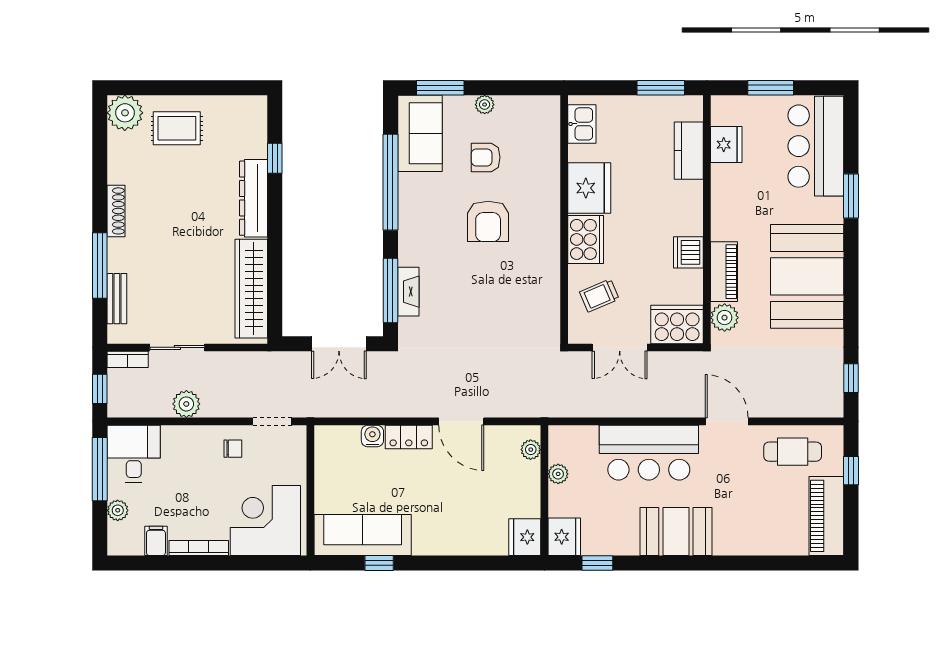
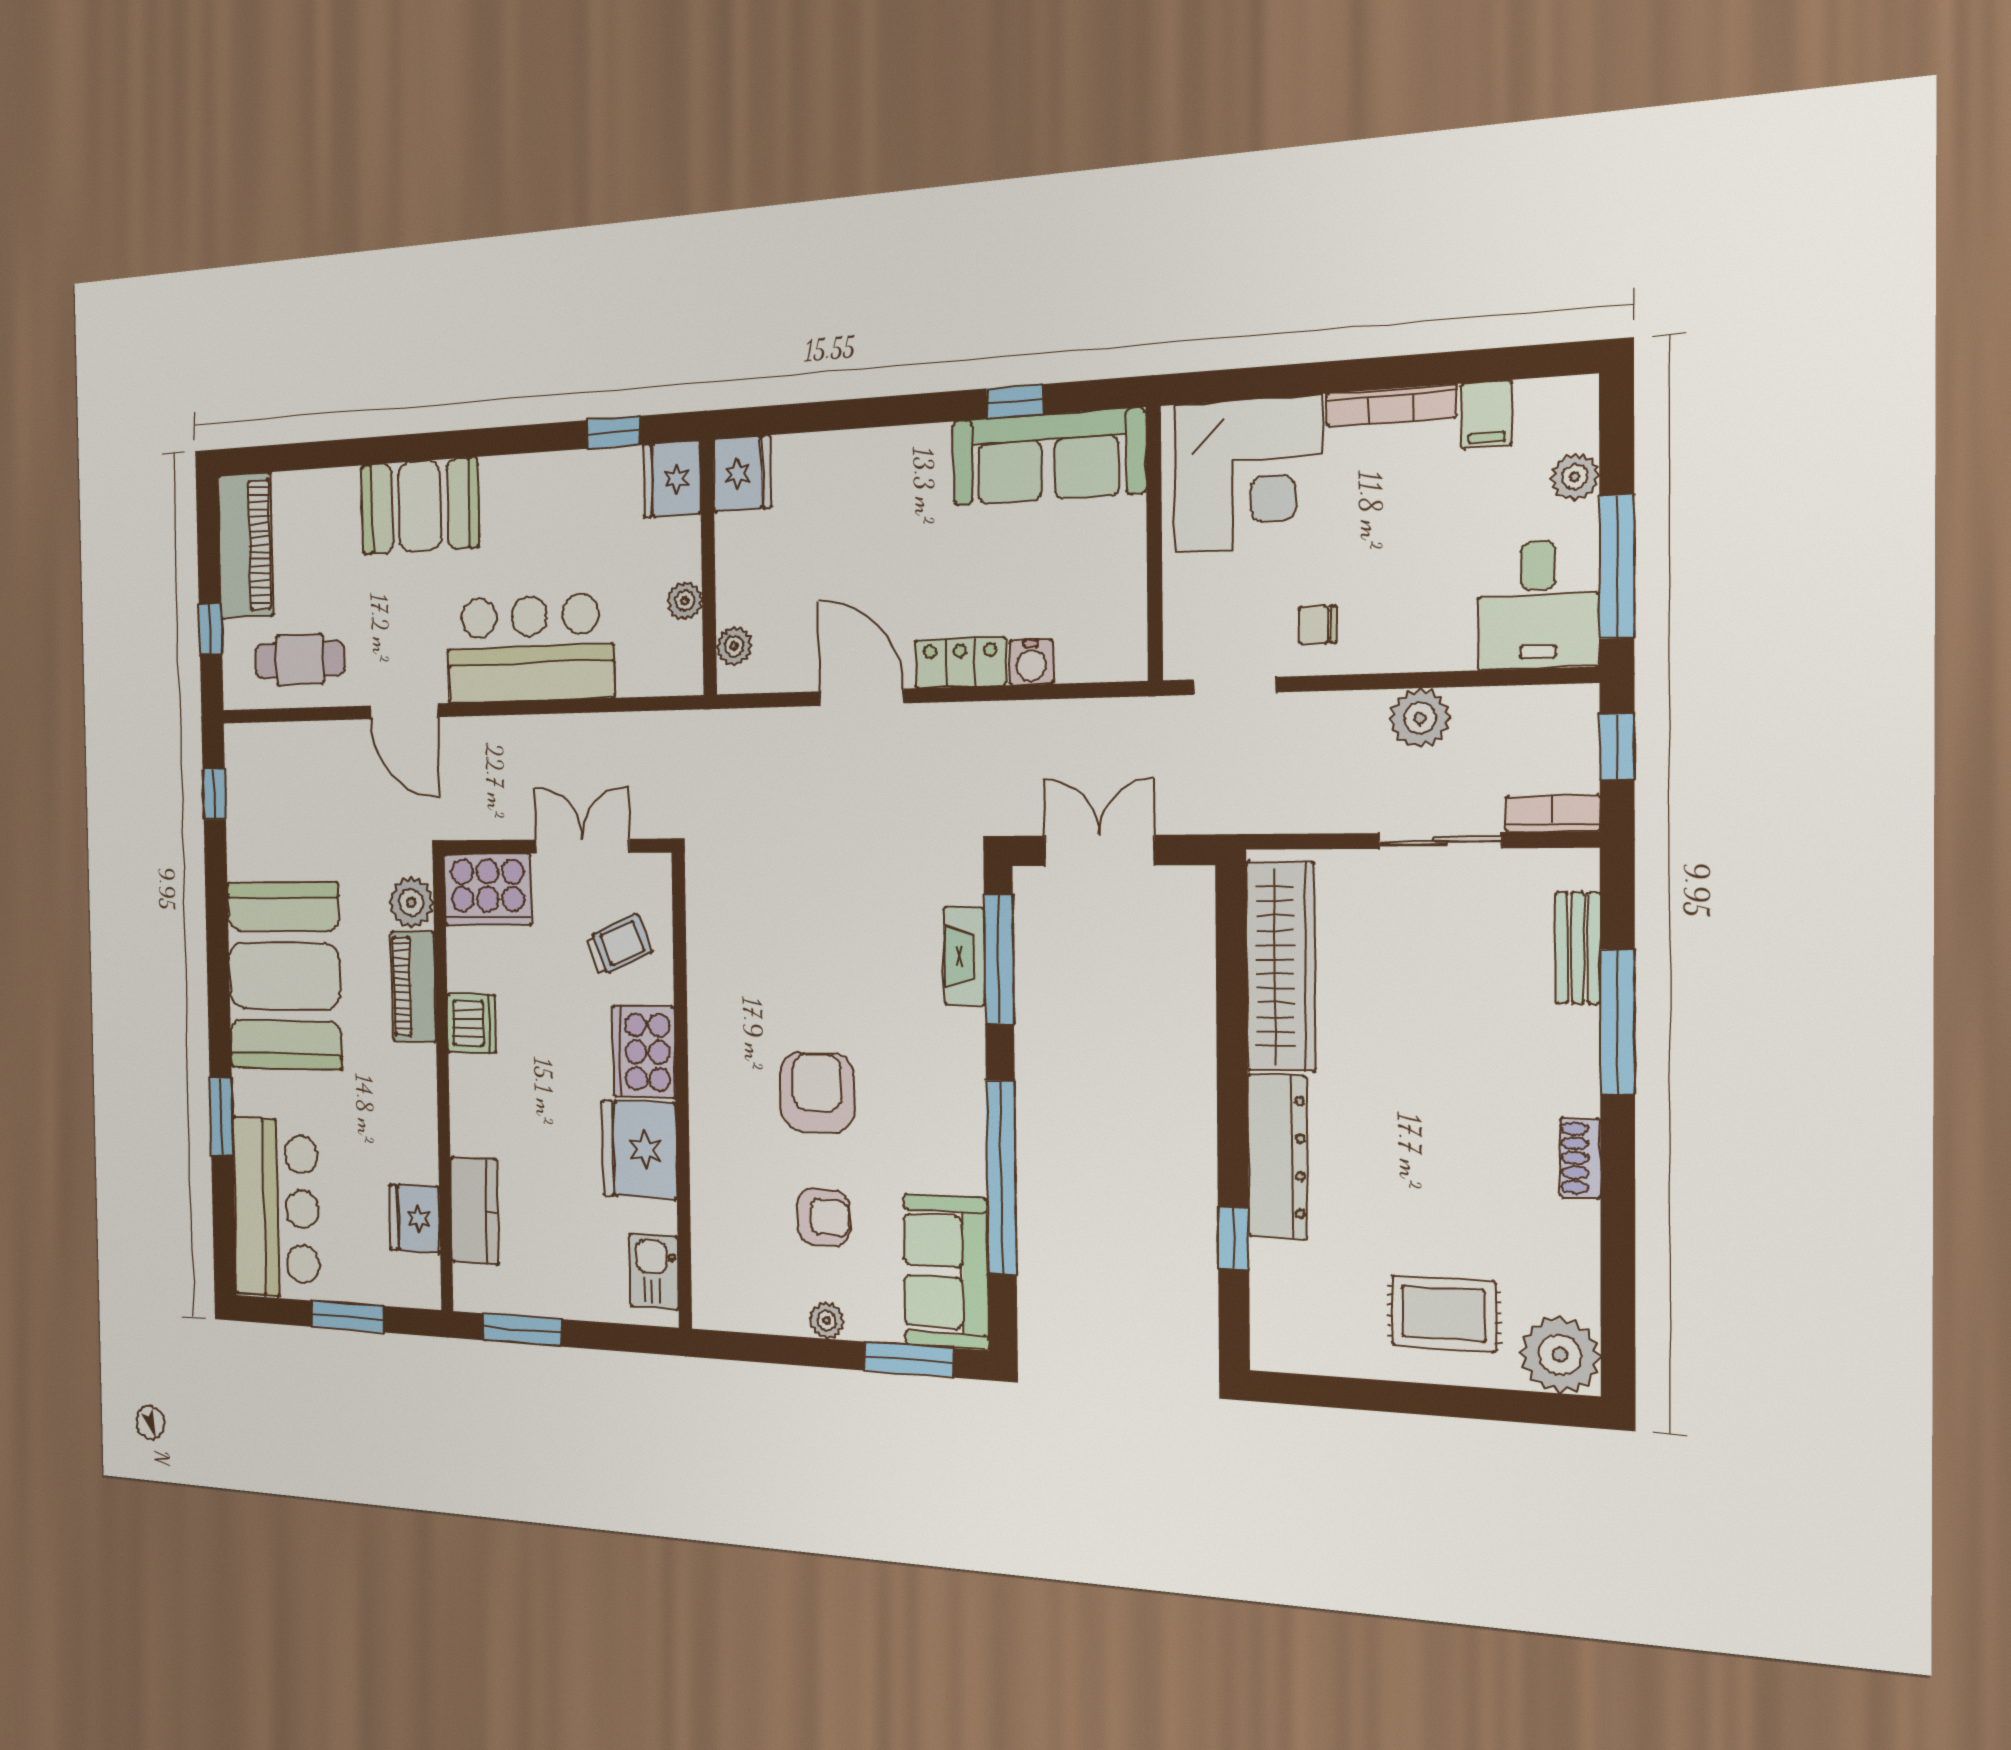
shoe rack: (116, 211) -> (1580, 1158), width x0.70
booth: (676, 531) -> (420, 506), moved

